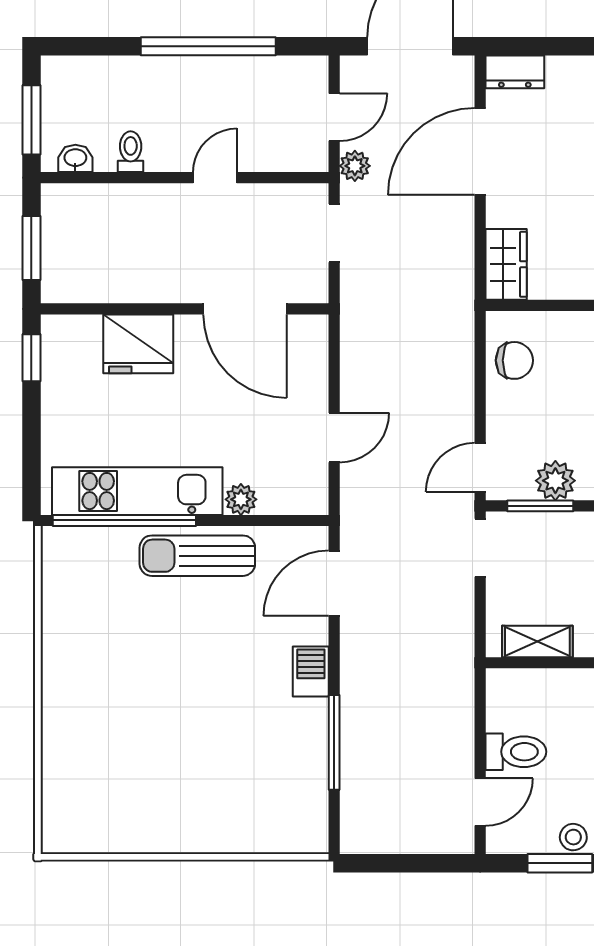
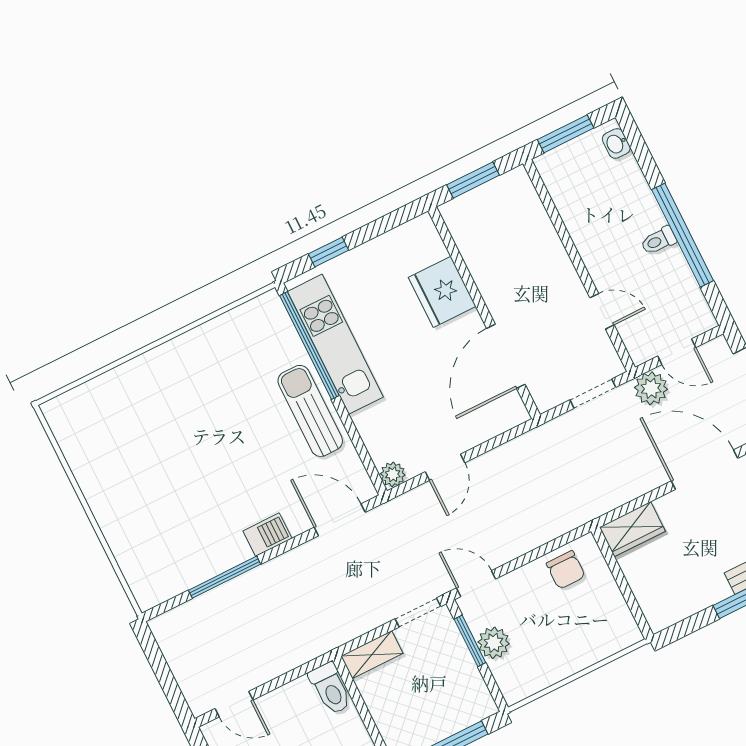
toilet: (131, 152) -> (659, 241), moved, turned 180
washbasin: (75, 158) -> (616, 143), moved, turned 180
plant: (355, 166) -> (651, 388), width x1.38, depth x1.38
door: (215, 178) -> (602, 311), moved
window: (31, 358) -> (328, 252), moved
door: (334, 438) -> (445, 467), hinge flipped
plant: (241, 499) -> (393, 474), moved
shelving: (537, 641) -> (372, 655), moved, turned 90
toilet: (516, 752) -> (330, 689), moved

